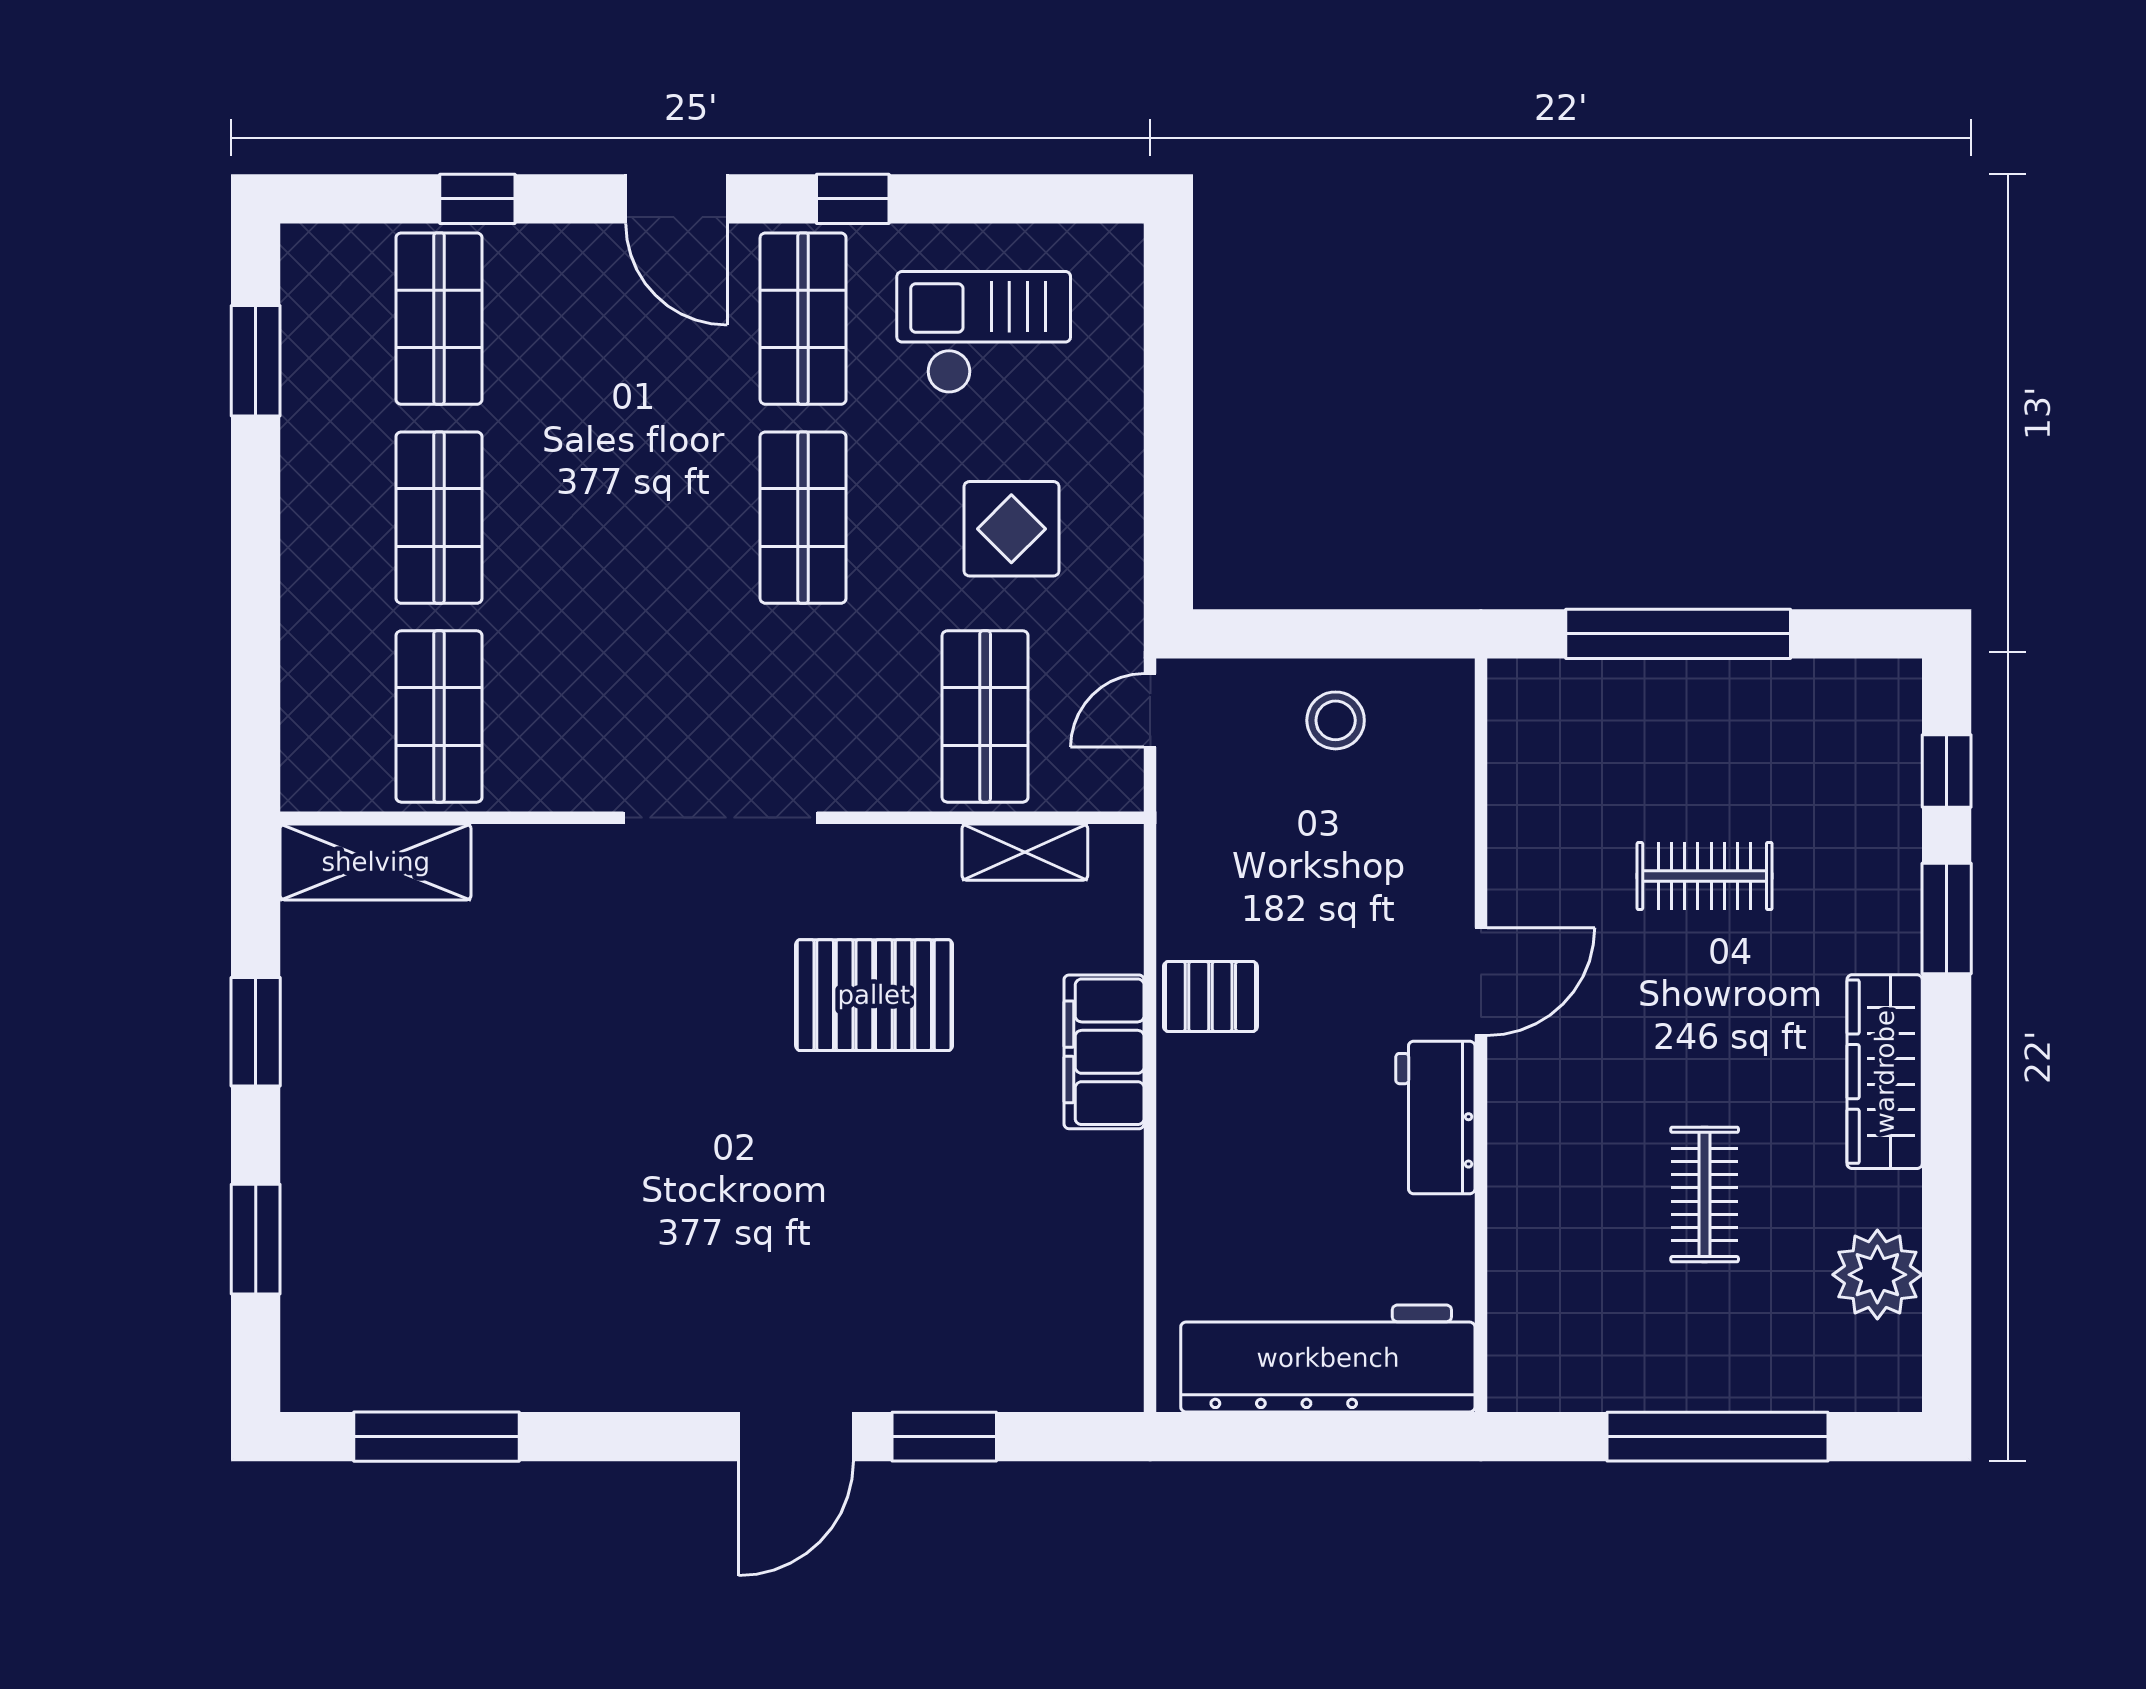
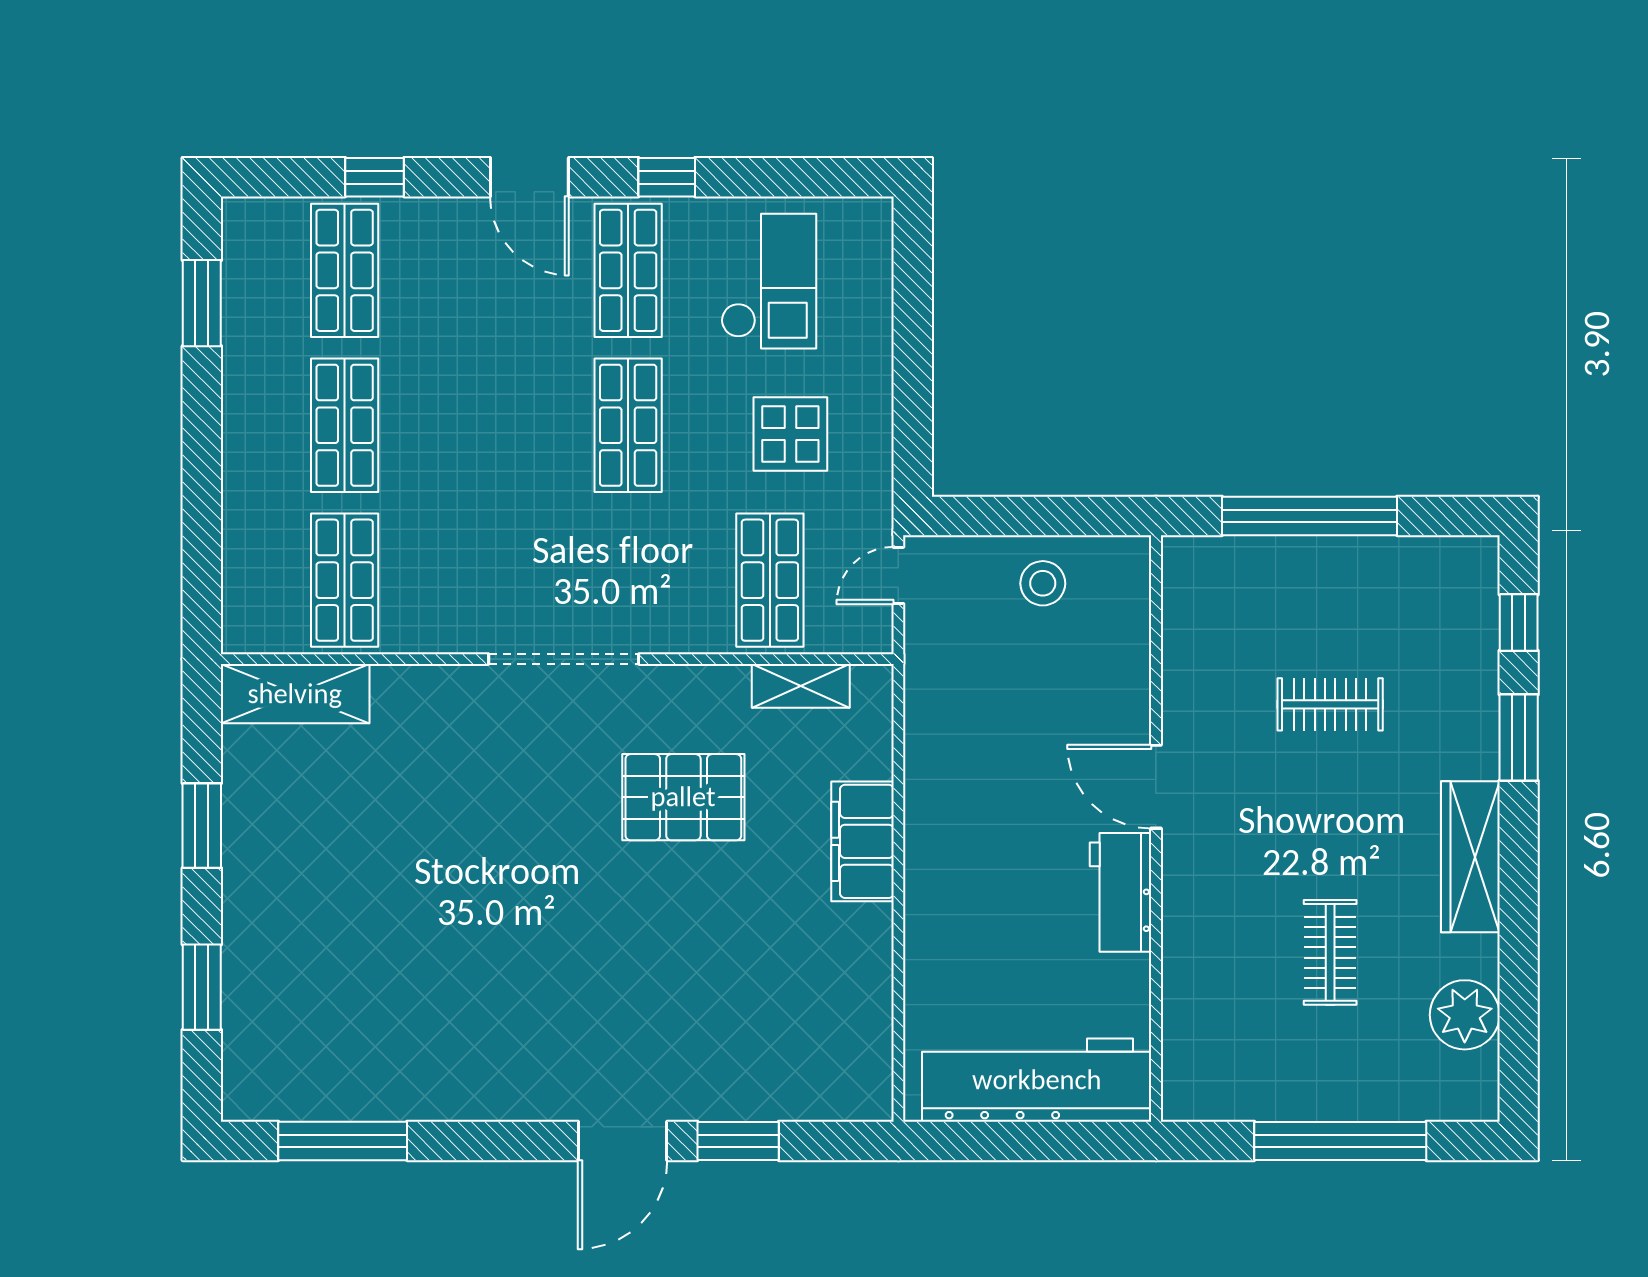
checkout: (984, 332) -> (769, 281), turned 90
door: (1481, 982) -> (1156, 787), swing flipped
pallet: (1210, 996) -> (945, 798), removed

